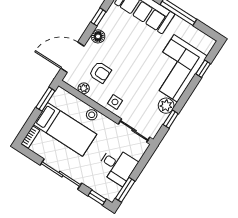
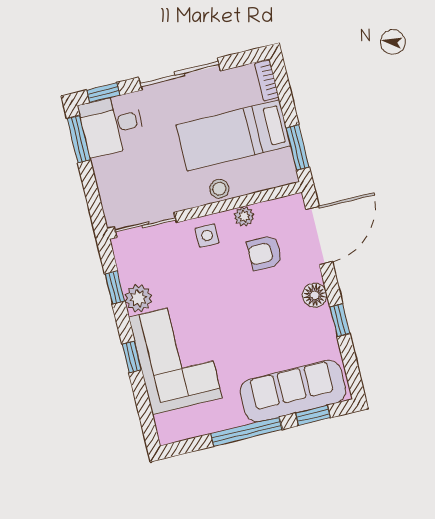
window: (203, 69) -> (132, 357), moved
plant: (84, 88) -> (244, 216), moved
desk: (117, 166) -> (112, 125), moved

